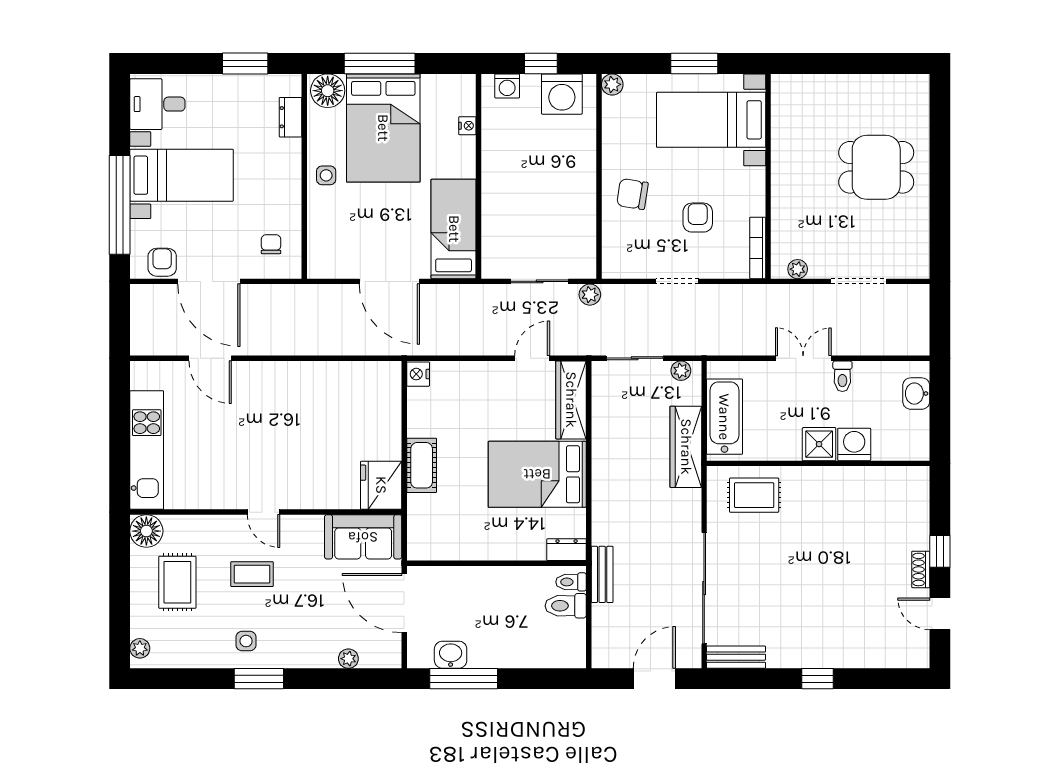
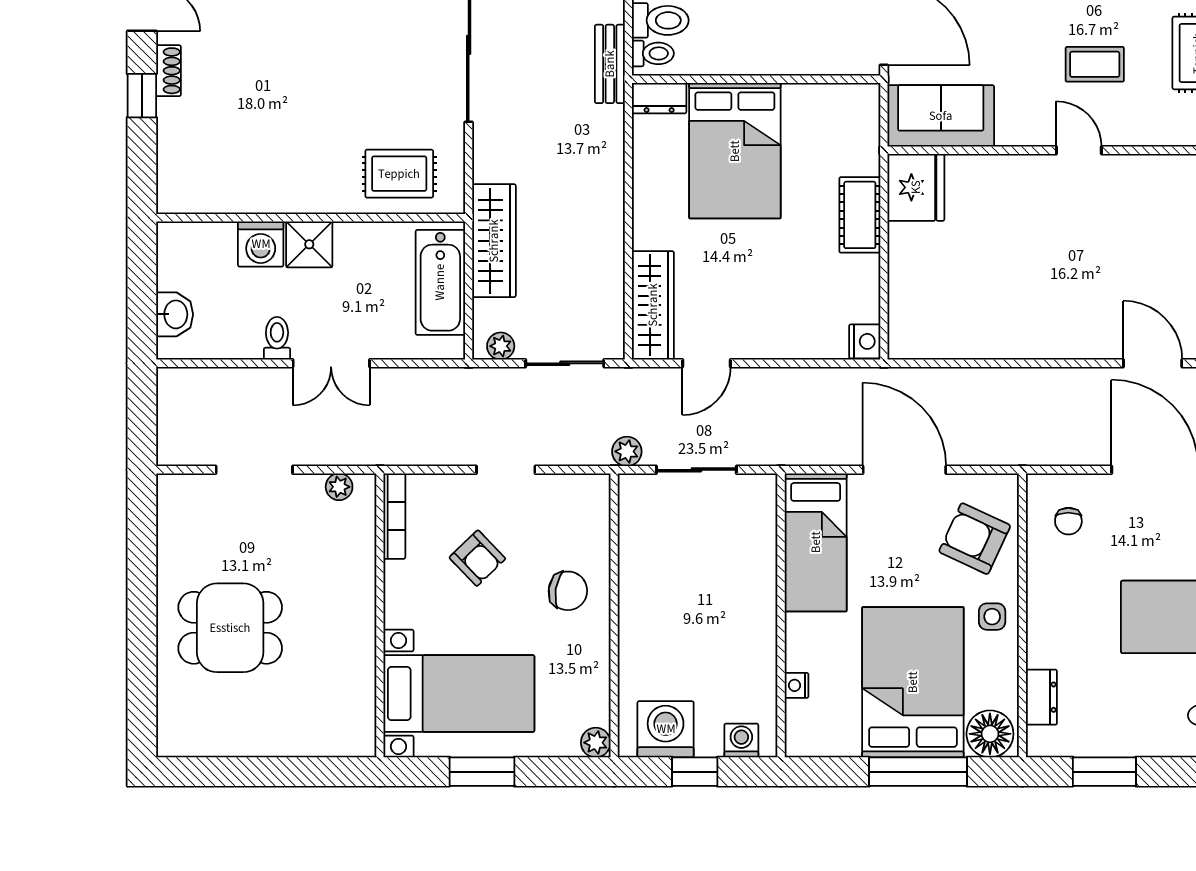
armchair: (698, 218) -> (477, 558), turned -44
armchair: (339, 232) -> (975, 539), added
bed: (537, 474) -> (735, 151), moved, turned 90

